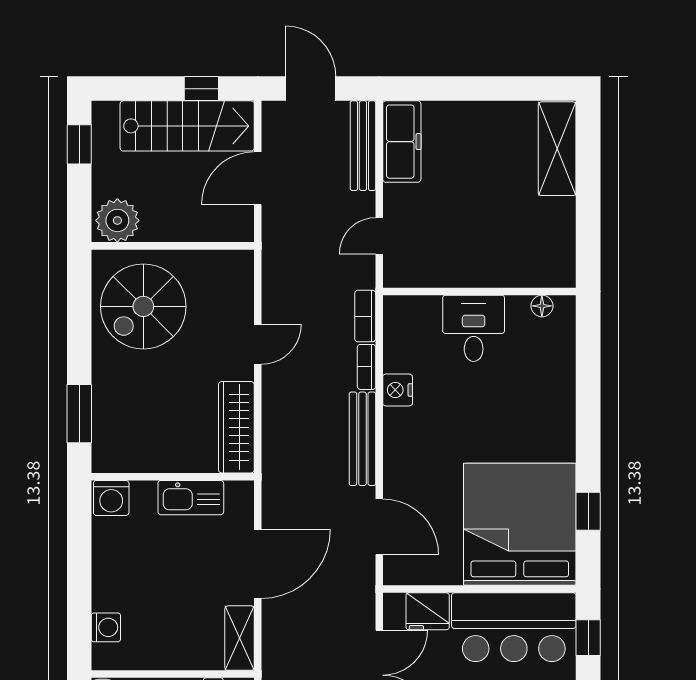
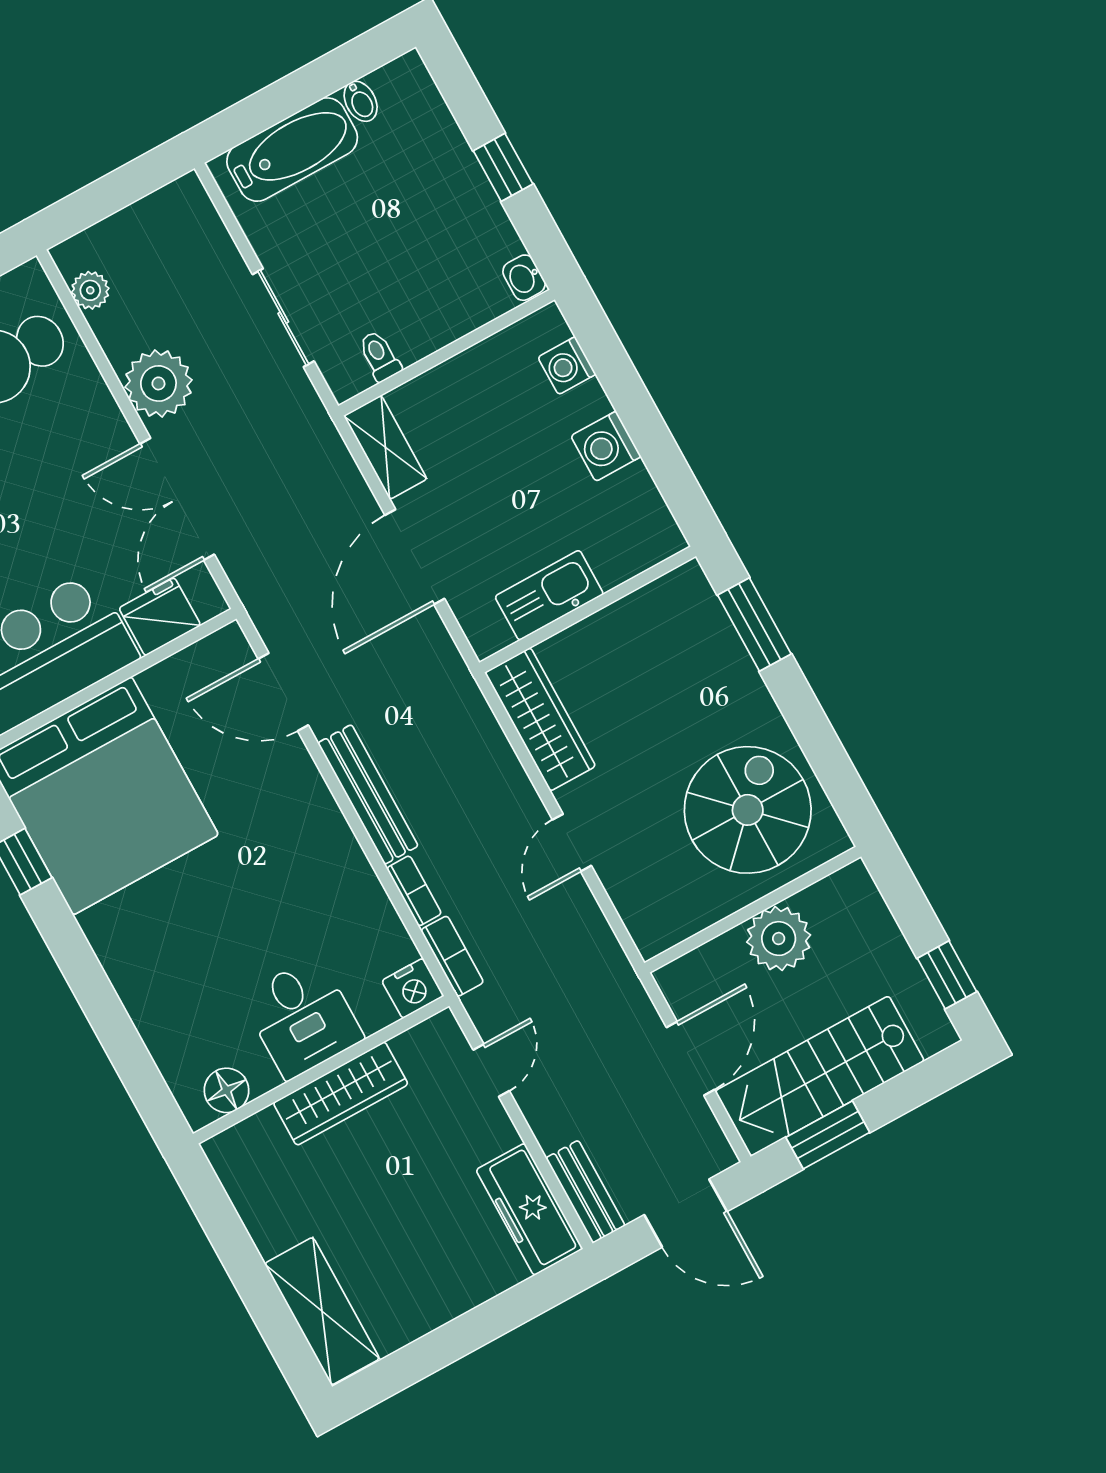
window: (201, 89) -> (828, 1135), width x1.50
bench: (363, 146) -> (585, 1192), width x0.73
plant: (117, 220) -> (779, 939), moved
wardrobe: (476, 271) -> (341, 1094), added
floor lamp: (542, 306) -> (226, 1090), width x1.37, depth x1.37
nightstand: (398, 390) -> (413, 988), moved, turned 90
washing machine: (111, 498) -> (606, 446), moved, turned -90

